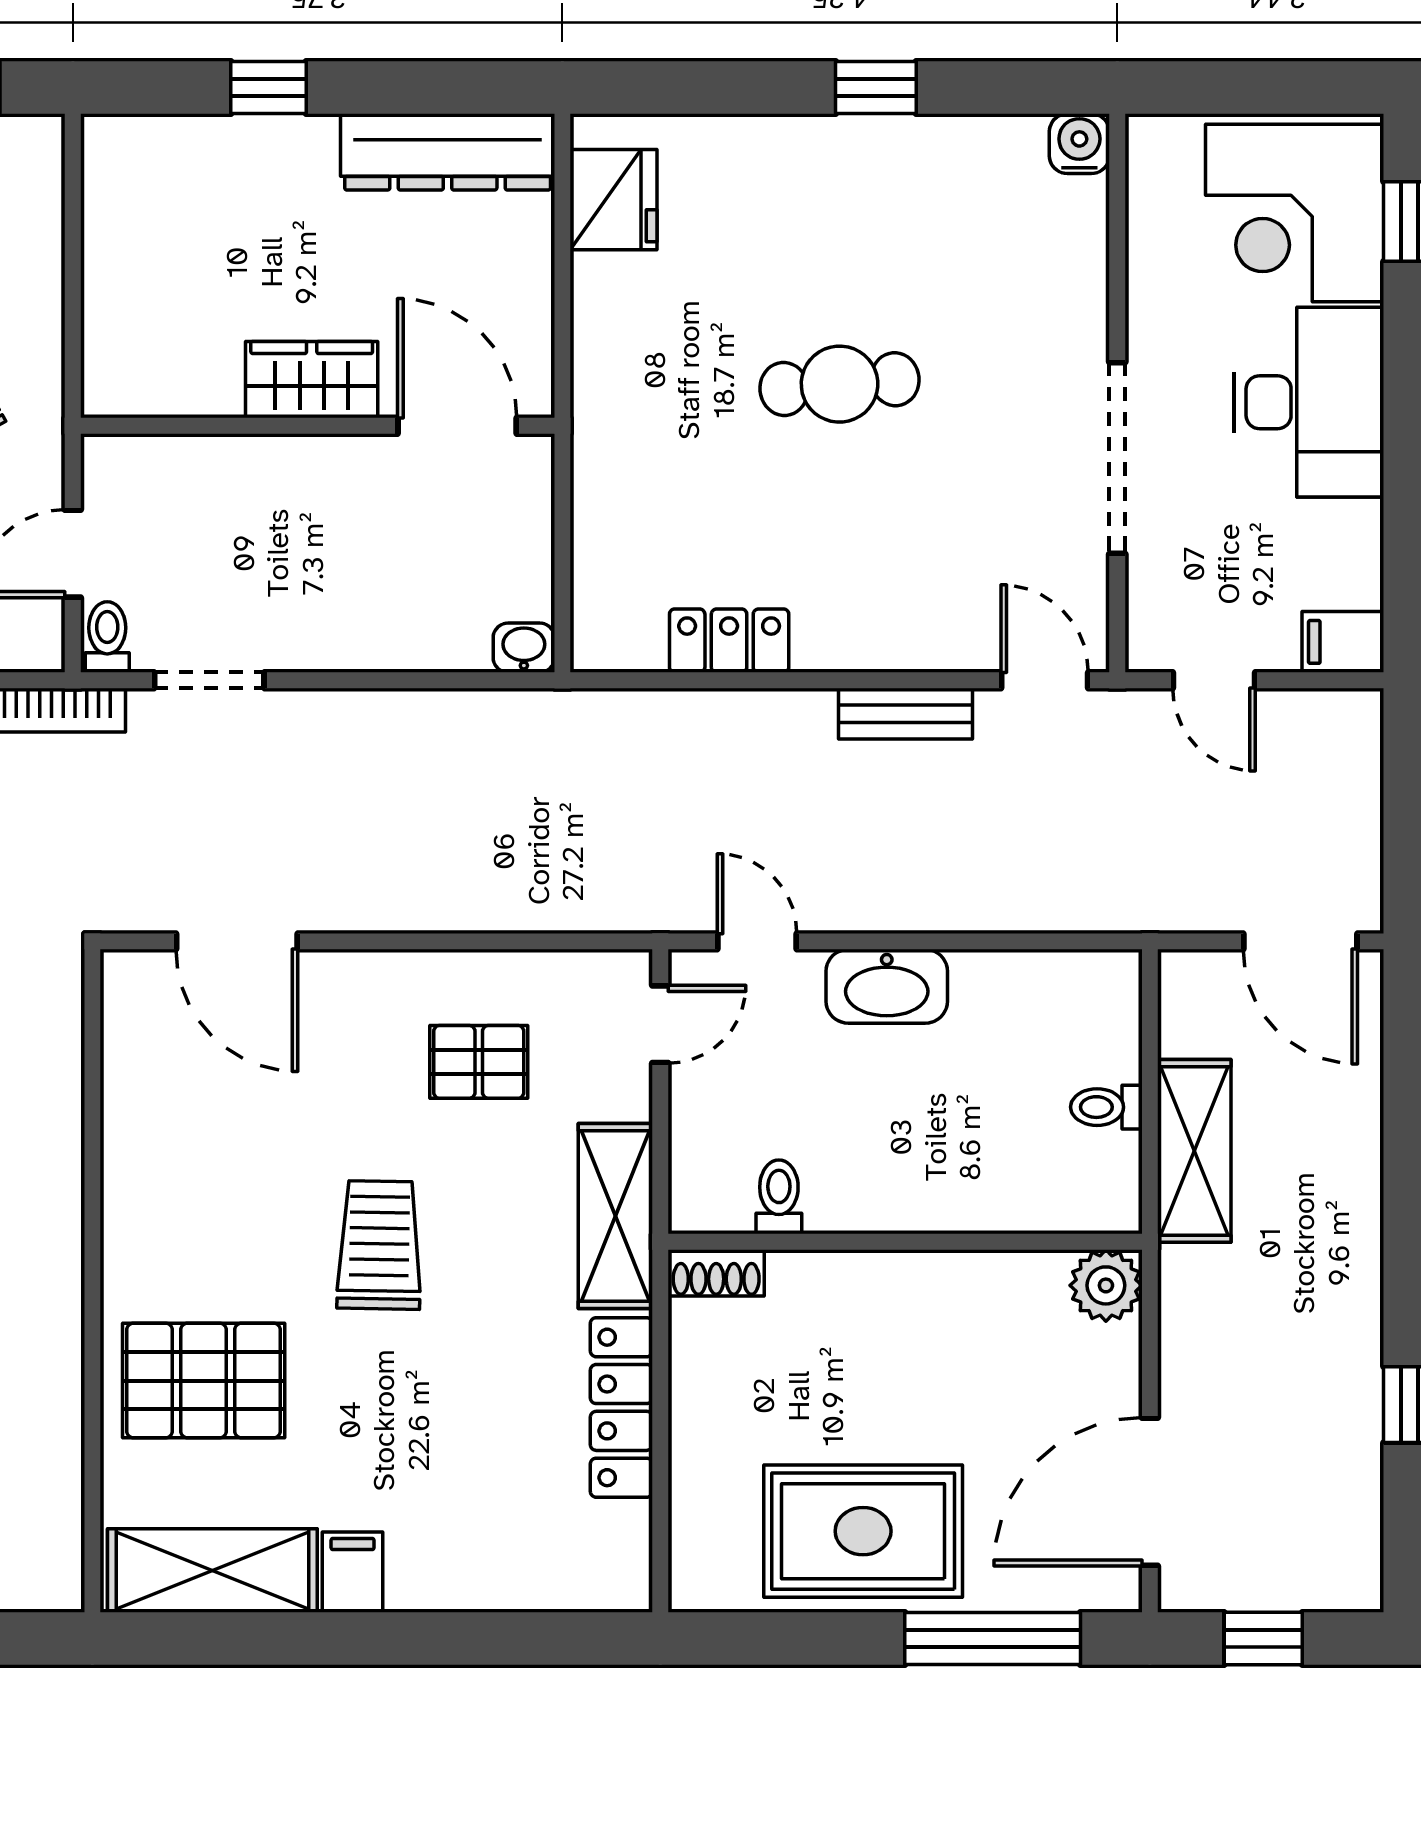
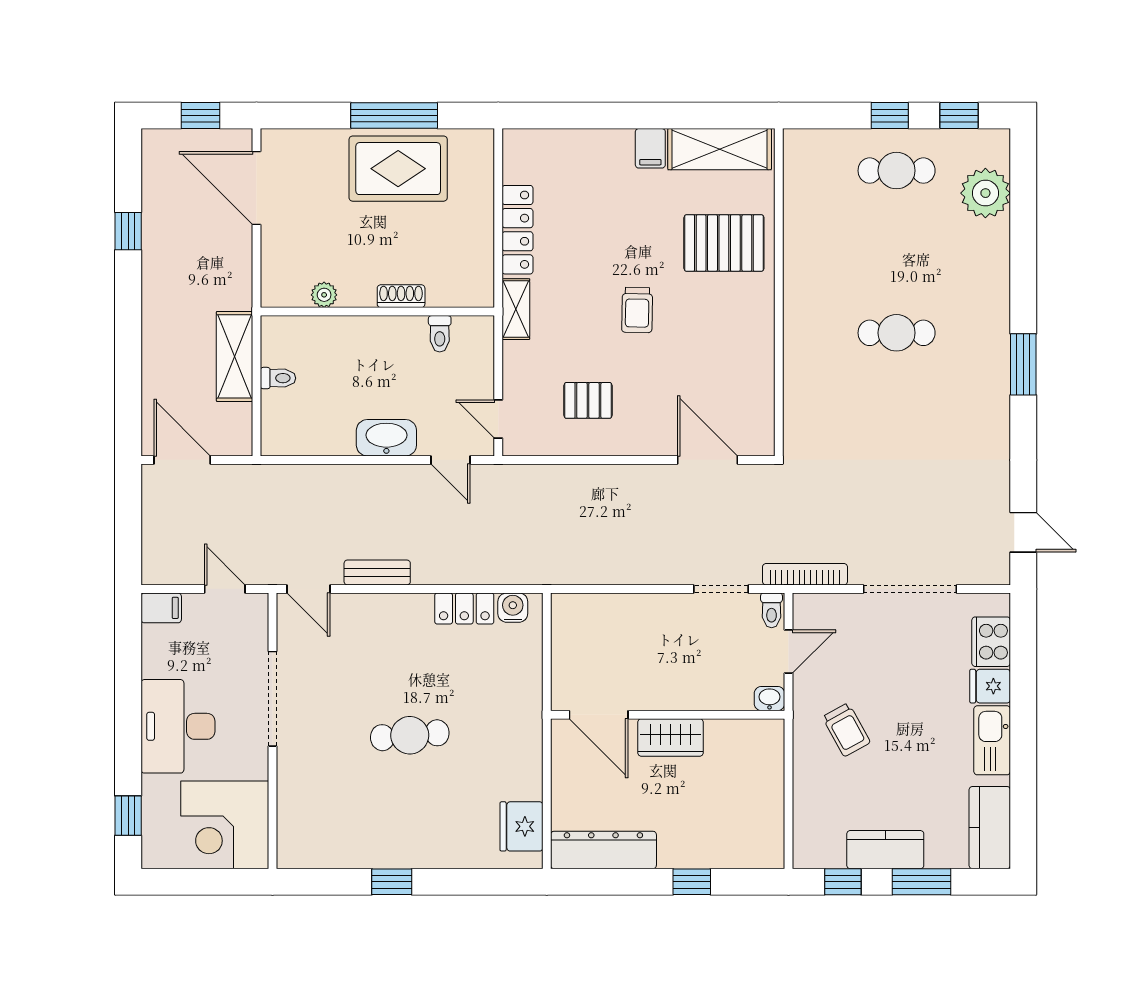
water cooler: (1079, 144) -> (513, 608), moved, turned 180
corner desk: (1295, 213) -> (225, 825), moved, turned 180
washbasin: (524, 648) -> (770, 699), moved, turned 180
door: (660, 1024) -> (498, 419), hinge flipped
shelving: (615, 1216) -> (516, 309), width x0.67, depth x0.75
trolley: (379, 1245) -> (637, 310), width x0.73, depth x0.72
shoe rack: (716, 1273) -> (401, 296), moved
plant: (1106, 1285) -> (324, 295), moved, width x0.73, depth x0.73
door: (1150, 1492) -> (256, 188), swing flipped
window: (993, 1639) -> (394, 116), moved

